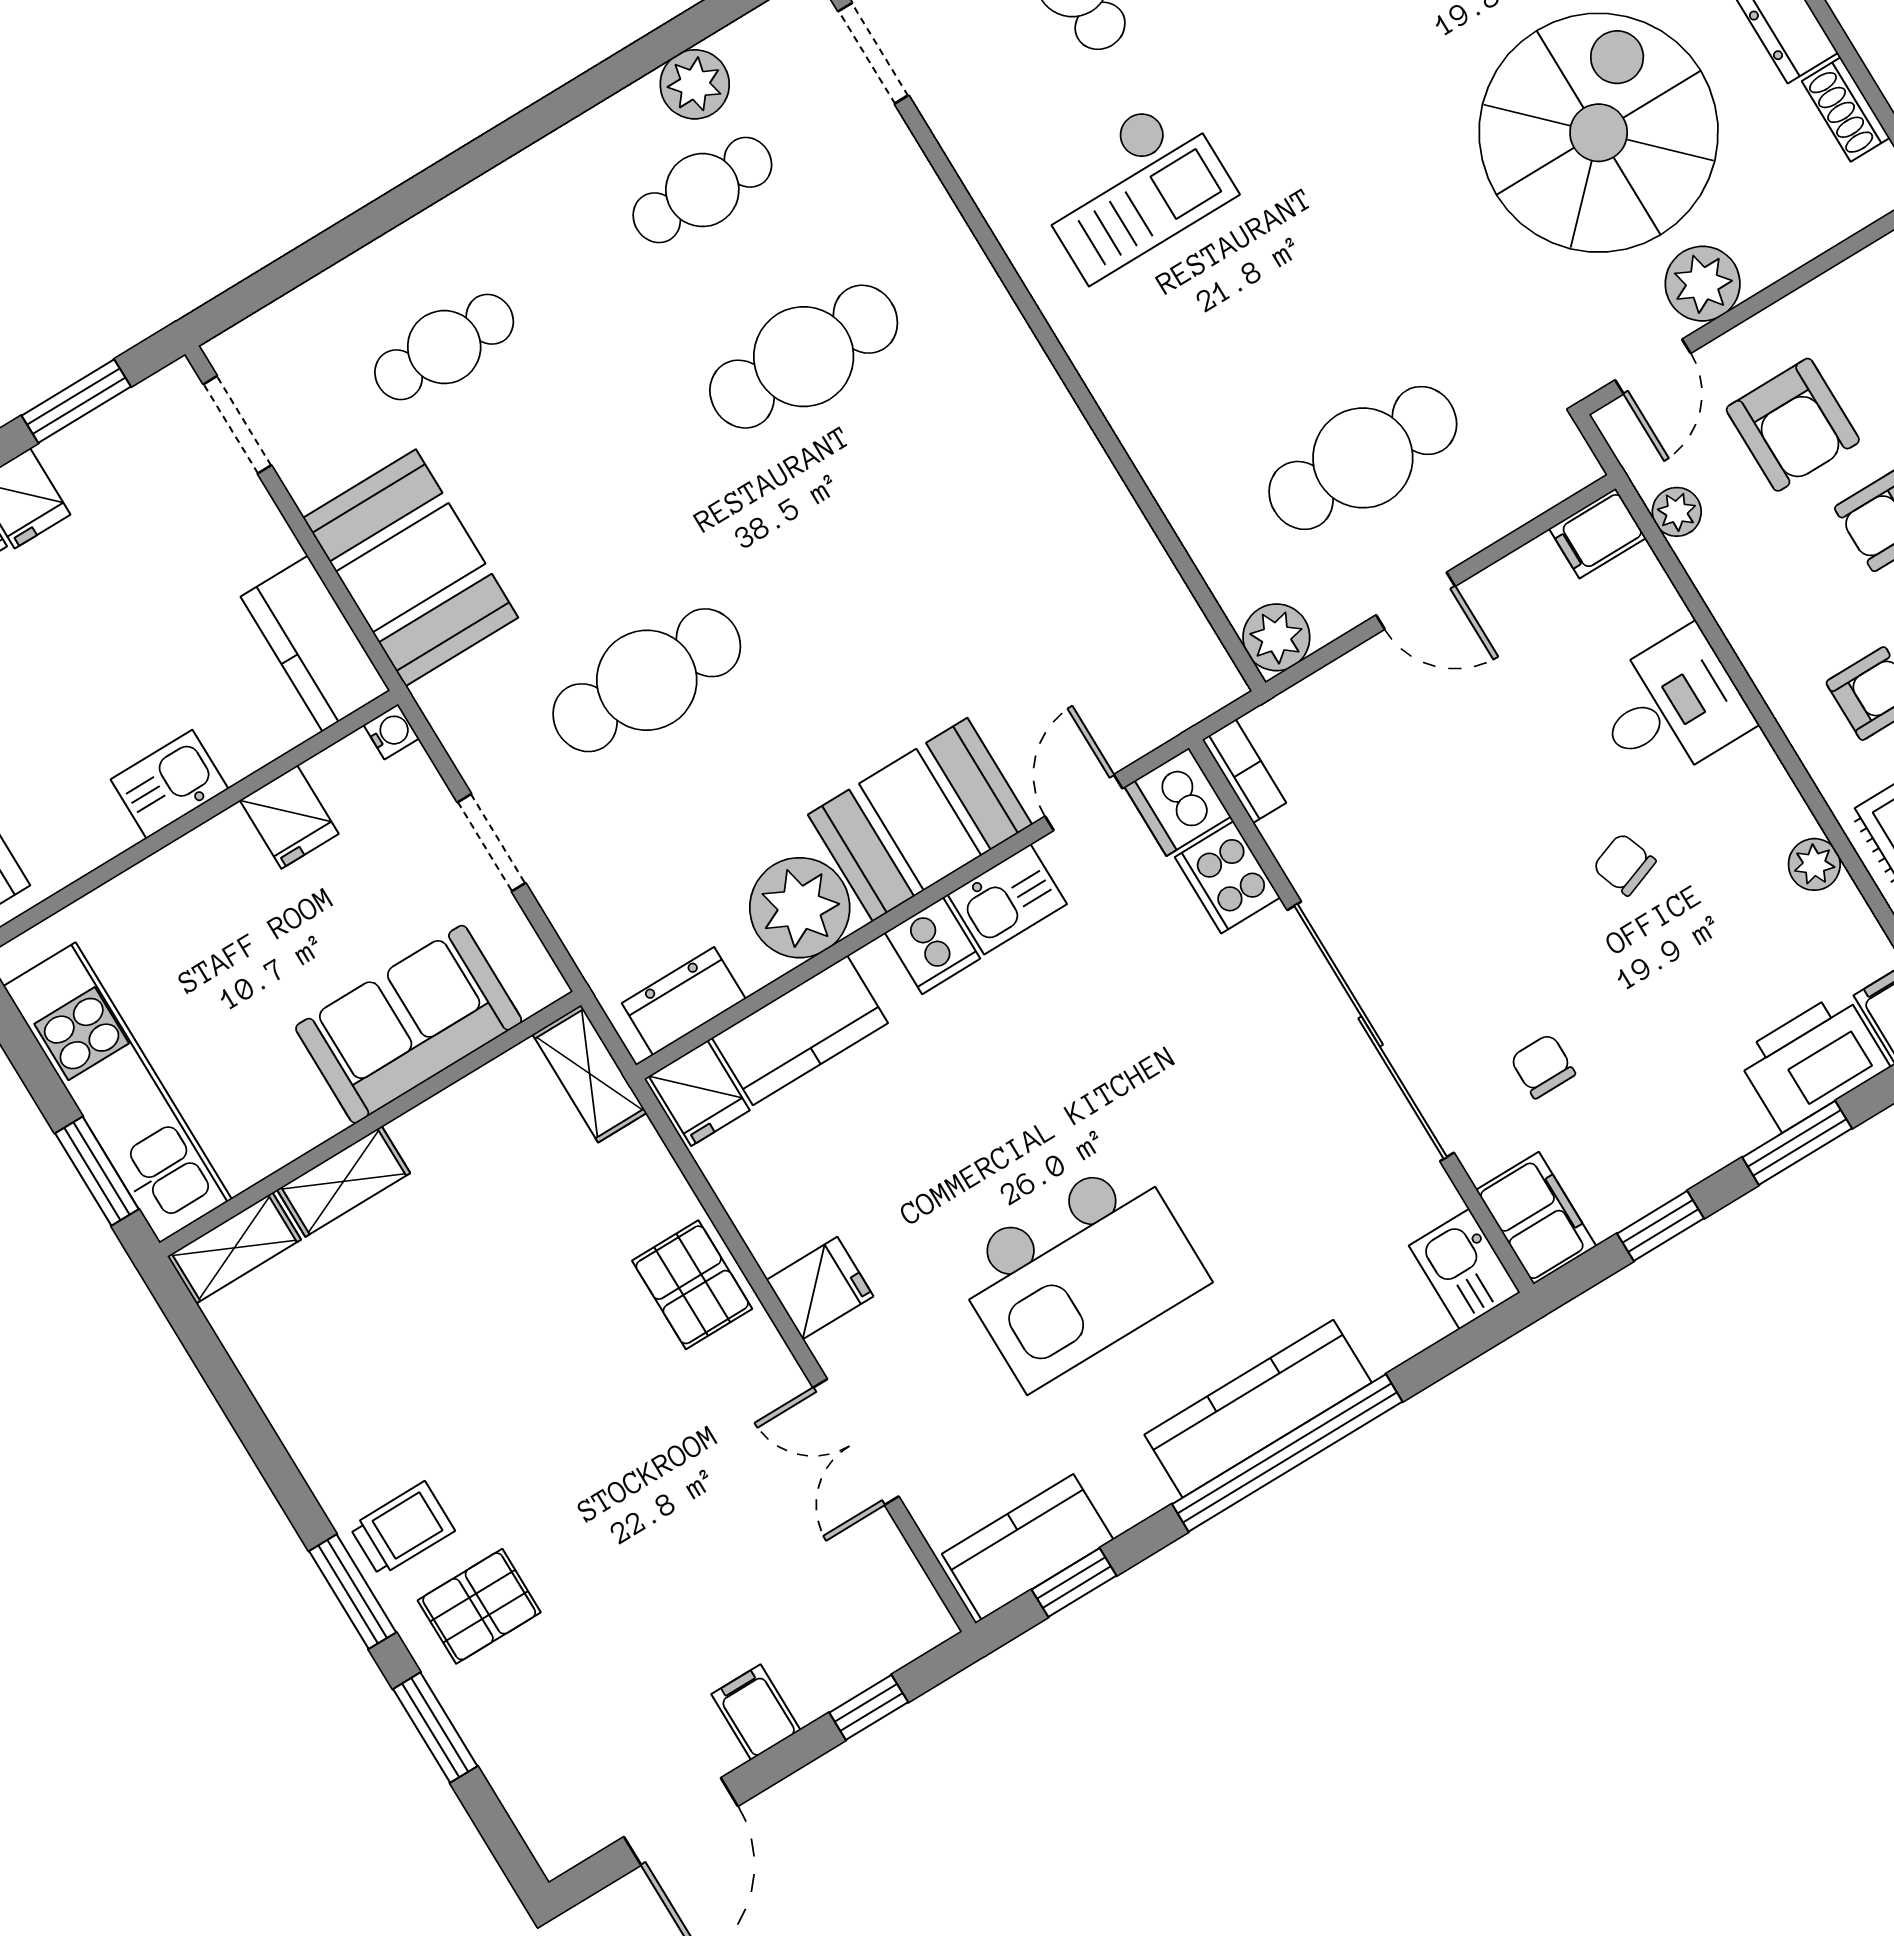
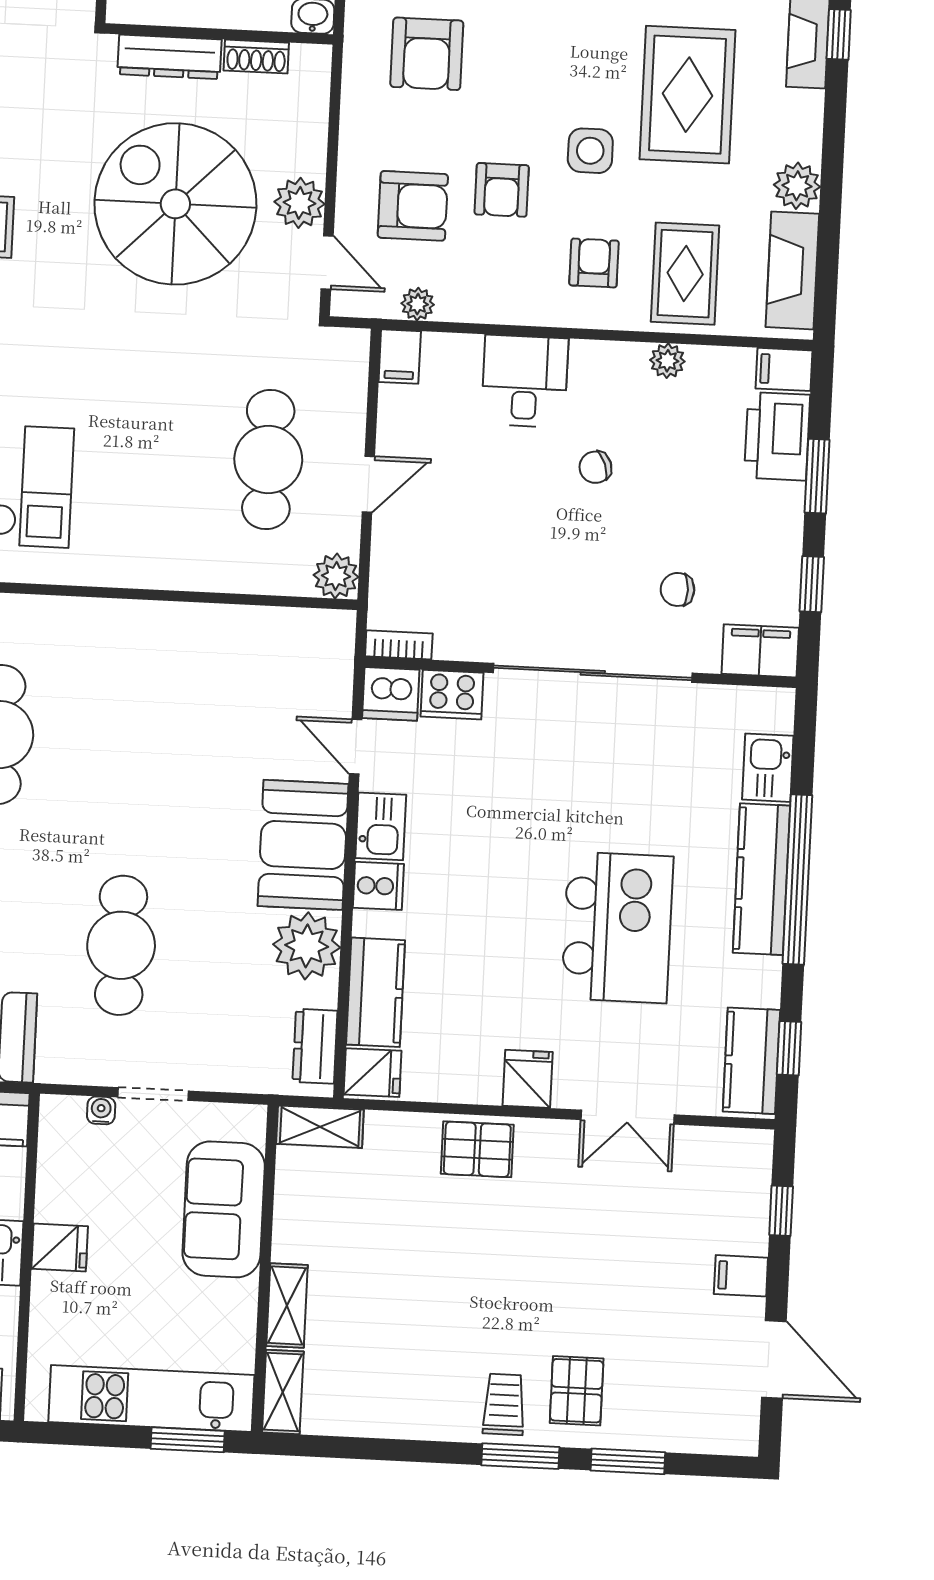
water cooler: (391, 732) -> (101, 1110), moved
fridge: (289, 817) -> (60, 1247), moved
kitchen sink: (1464, 1269) -> (768, 768), moved, turned 90

